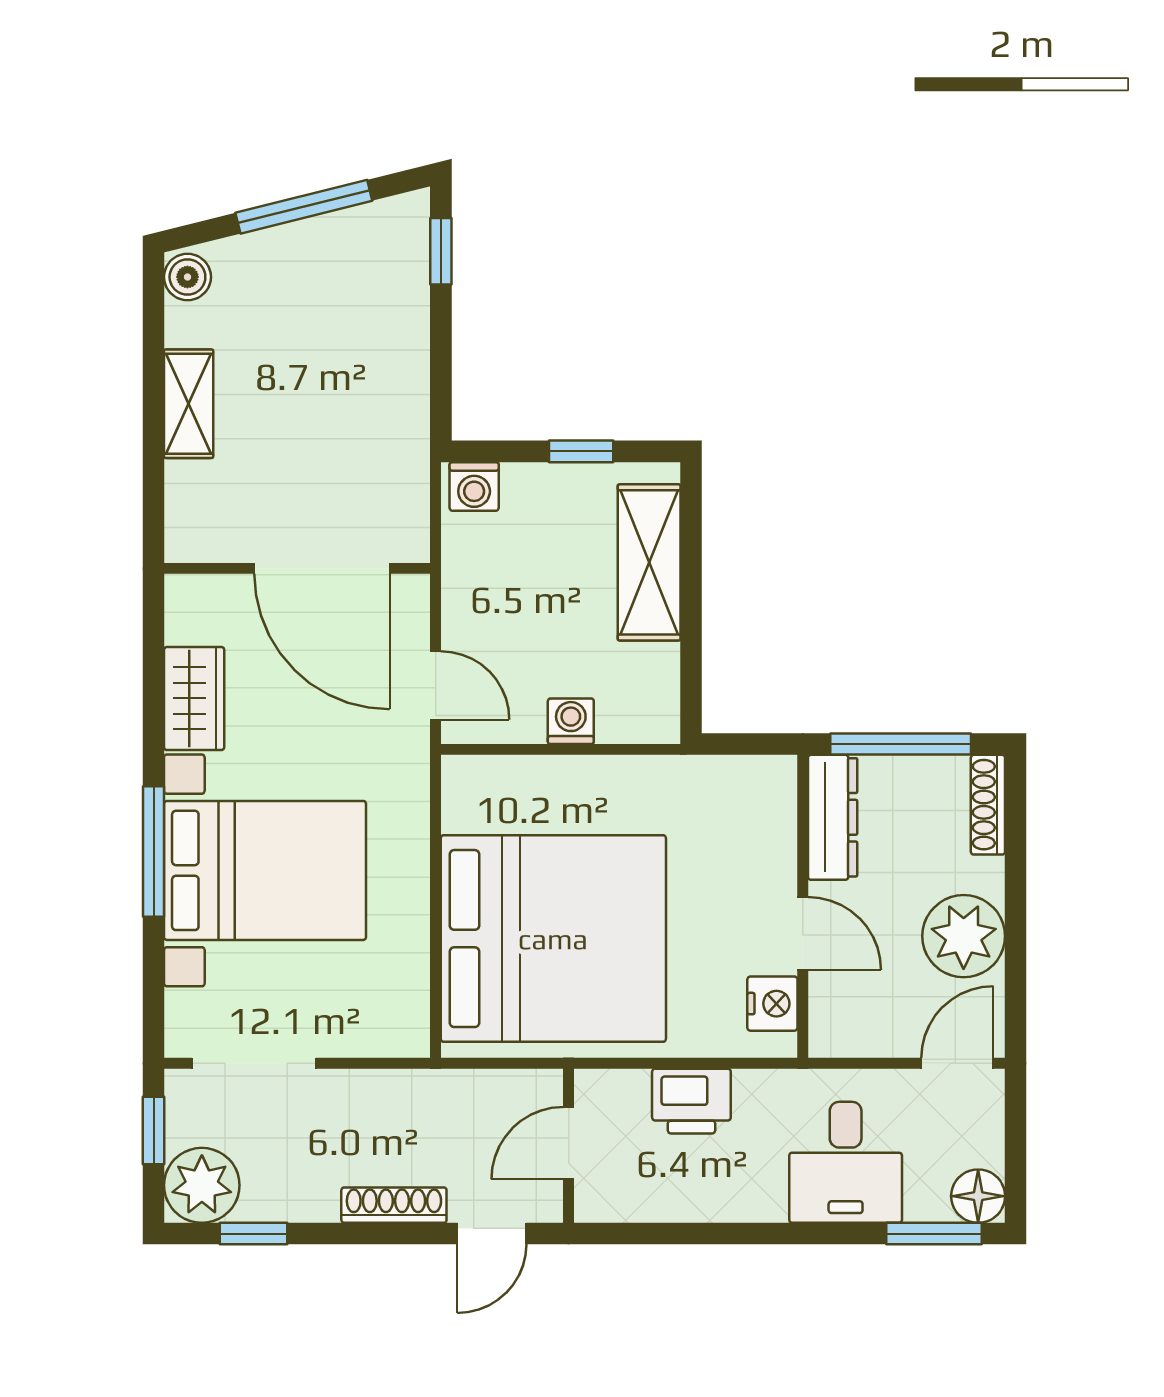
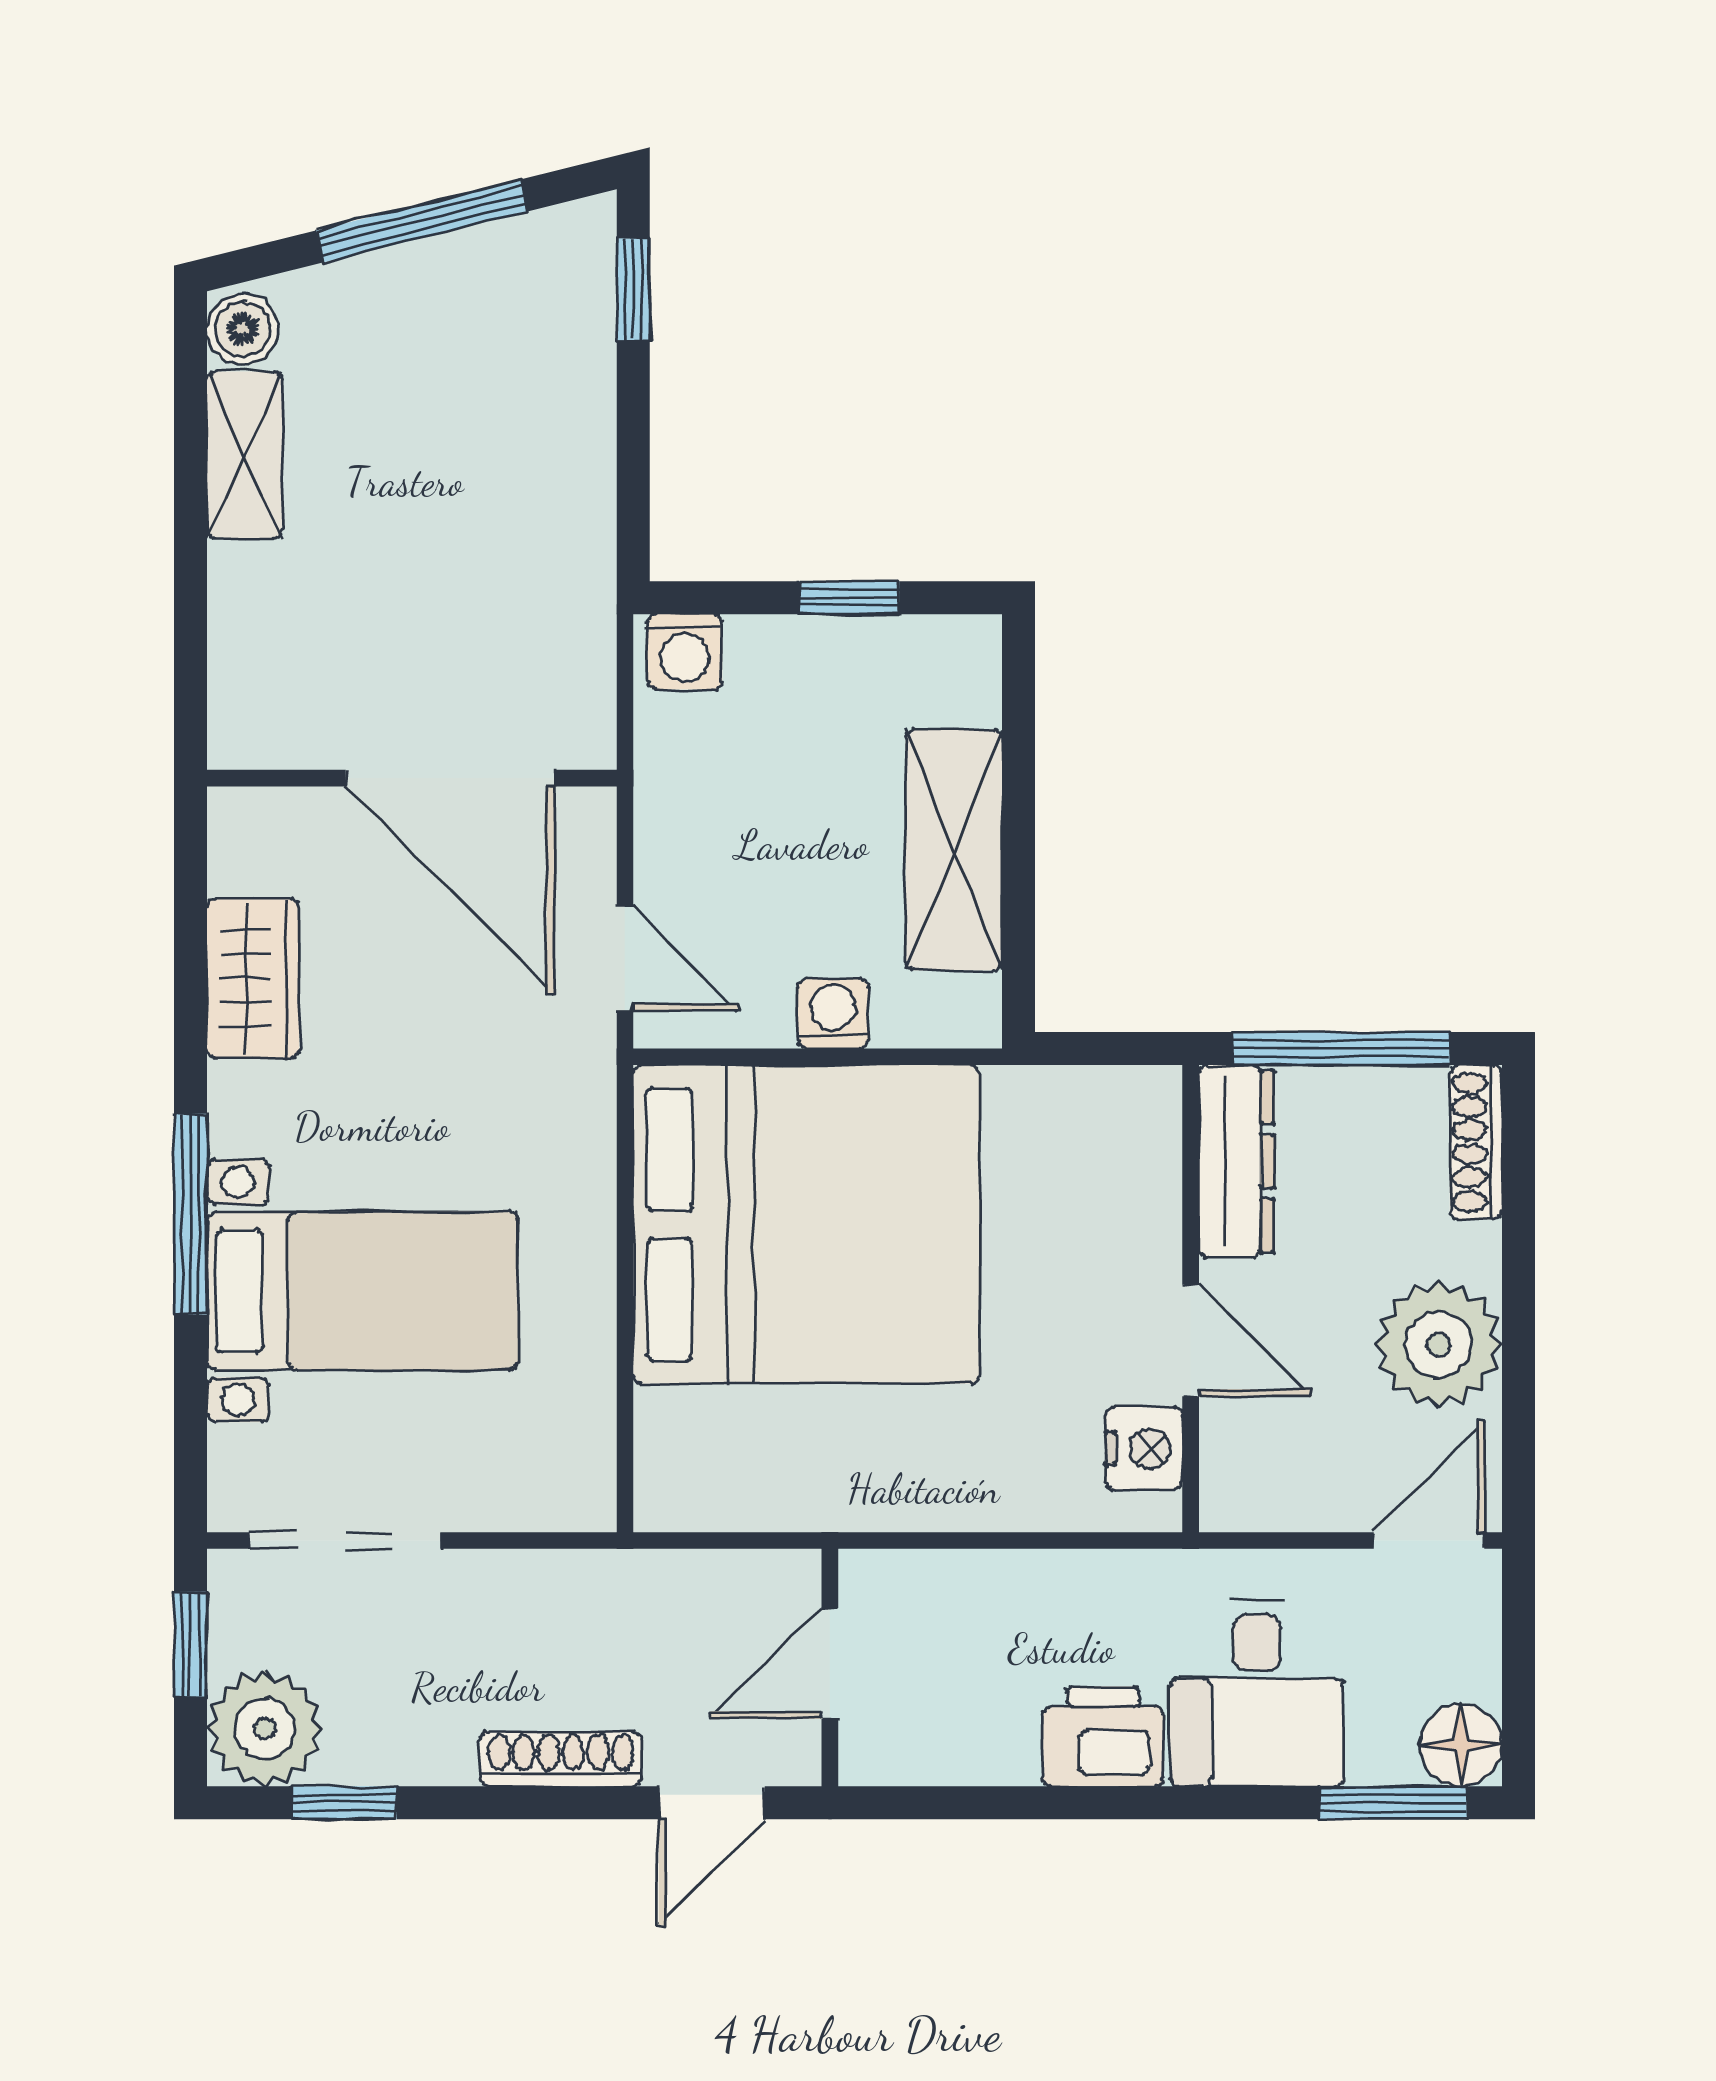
shelving: (189, 404) -> (245, 455), moved
shelving: (649, 562) -> (954, 850), moved
bed with nightstands: (265, 870) -> (362, 1291), width x0.73
bed: (553, 939) -> (806, 1224), moved
printer: (691, 1101) -> (1103, 1736), moved, turned 180

